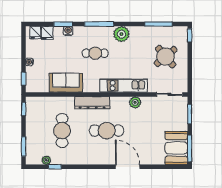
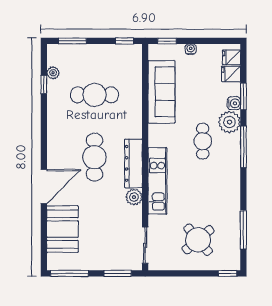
plant: (121, 34) -> (229, 122), moved
sofa: (66, 83) -> (161, 92), width x1.36
dresser: (92, 103) -> (133, 163), moved
booth: (176, 148) -> (62, 229), moved, turned 90

